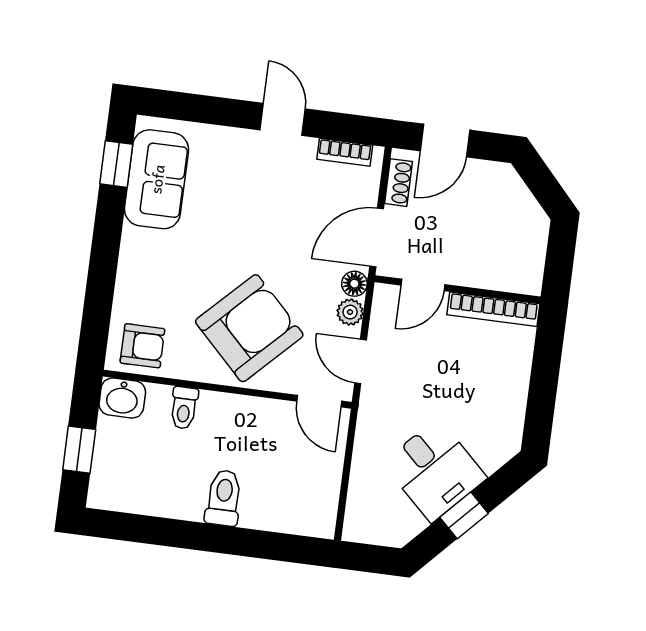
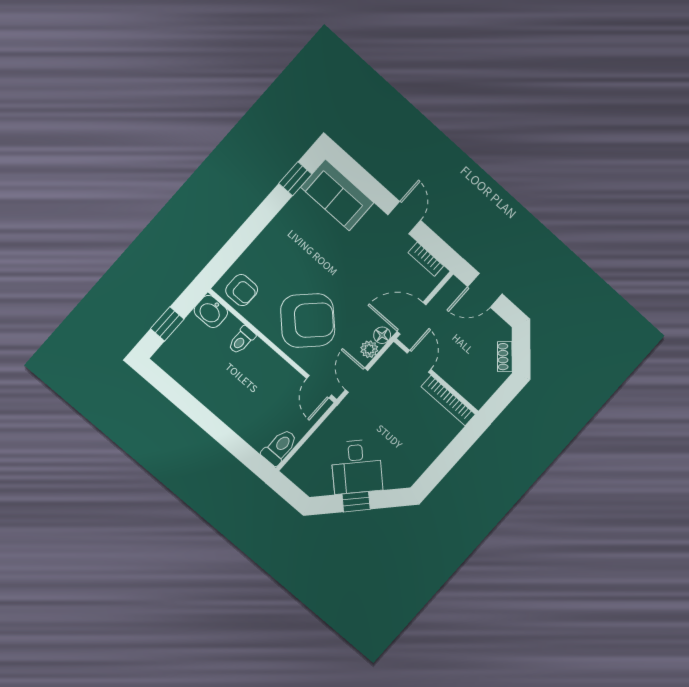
sofa: (157, 179) -> (337, 195), moved, turned 90
shoe rack: (398, 183) -> (505, 357), moved, turned 138
door: (423, 285) -> (419, 361), swing flipped
toilet: (224, 498) -> (280, 447), moved

